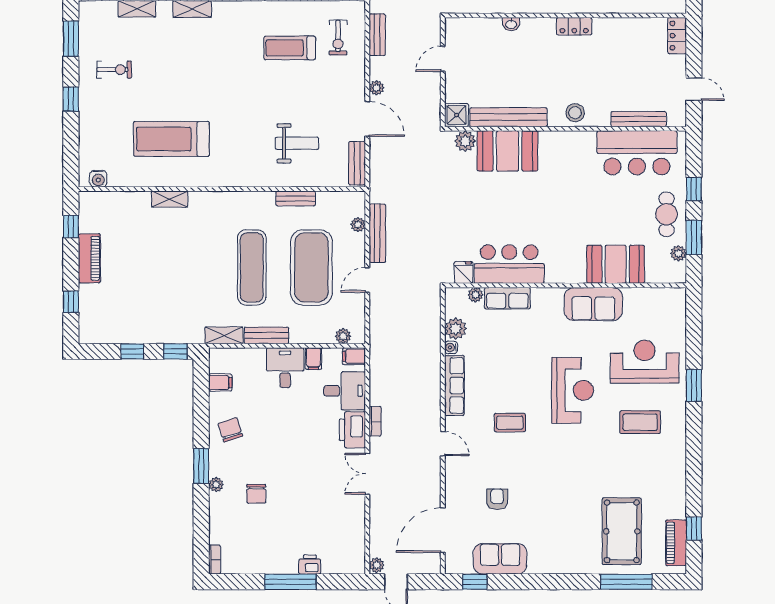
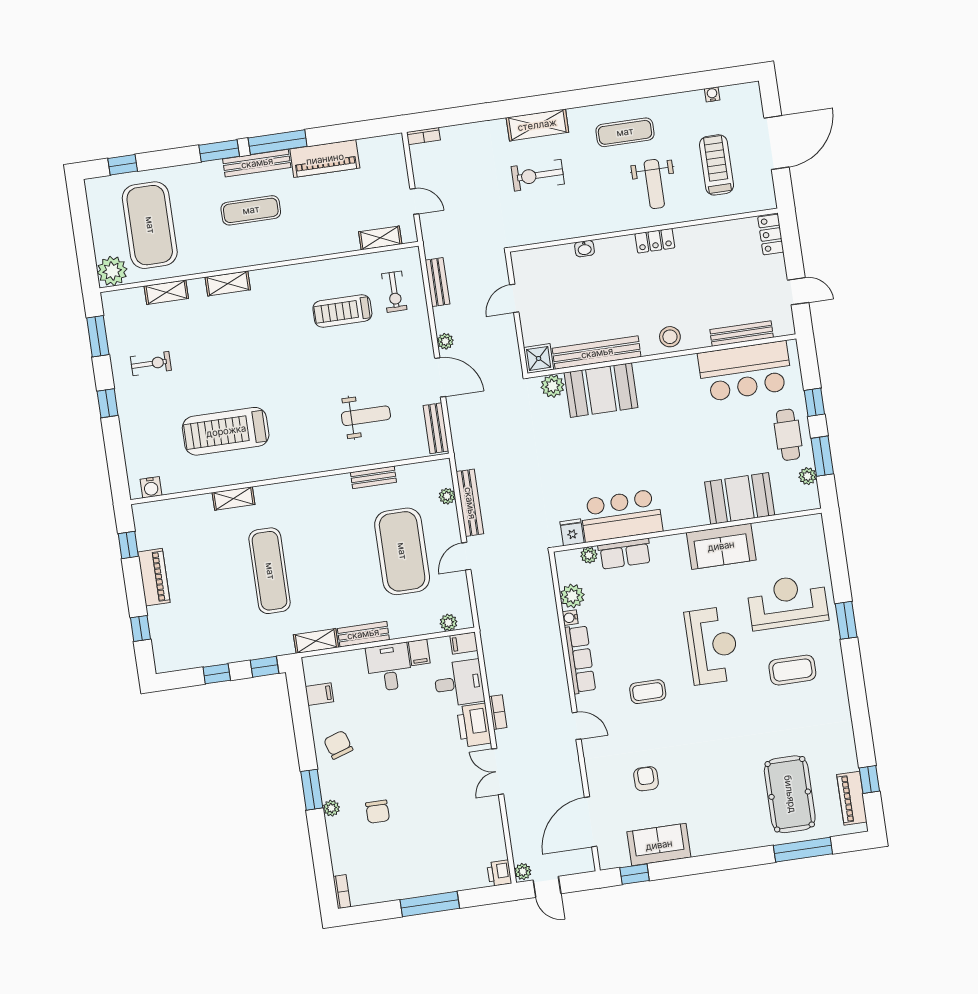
exercise mat: (252, 267) -> (270, 571), moved
printer: (310, 565) -> (499, 873), moved, turned -90

